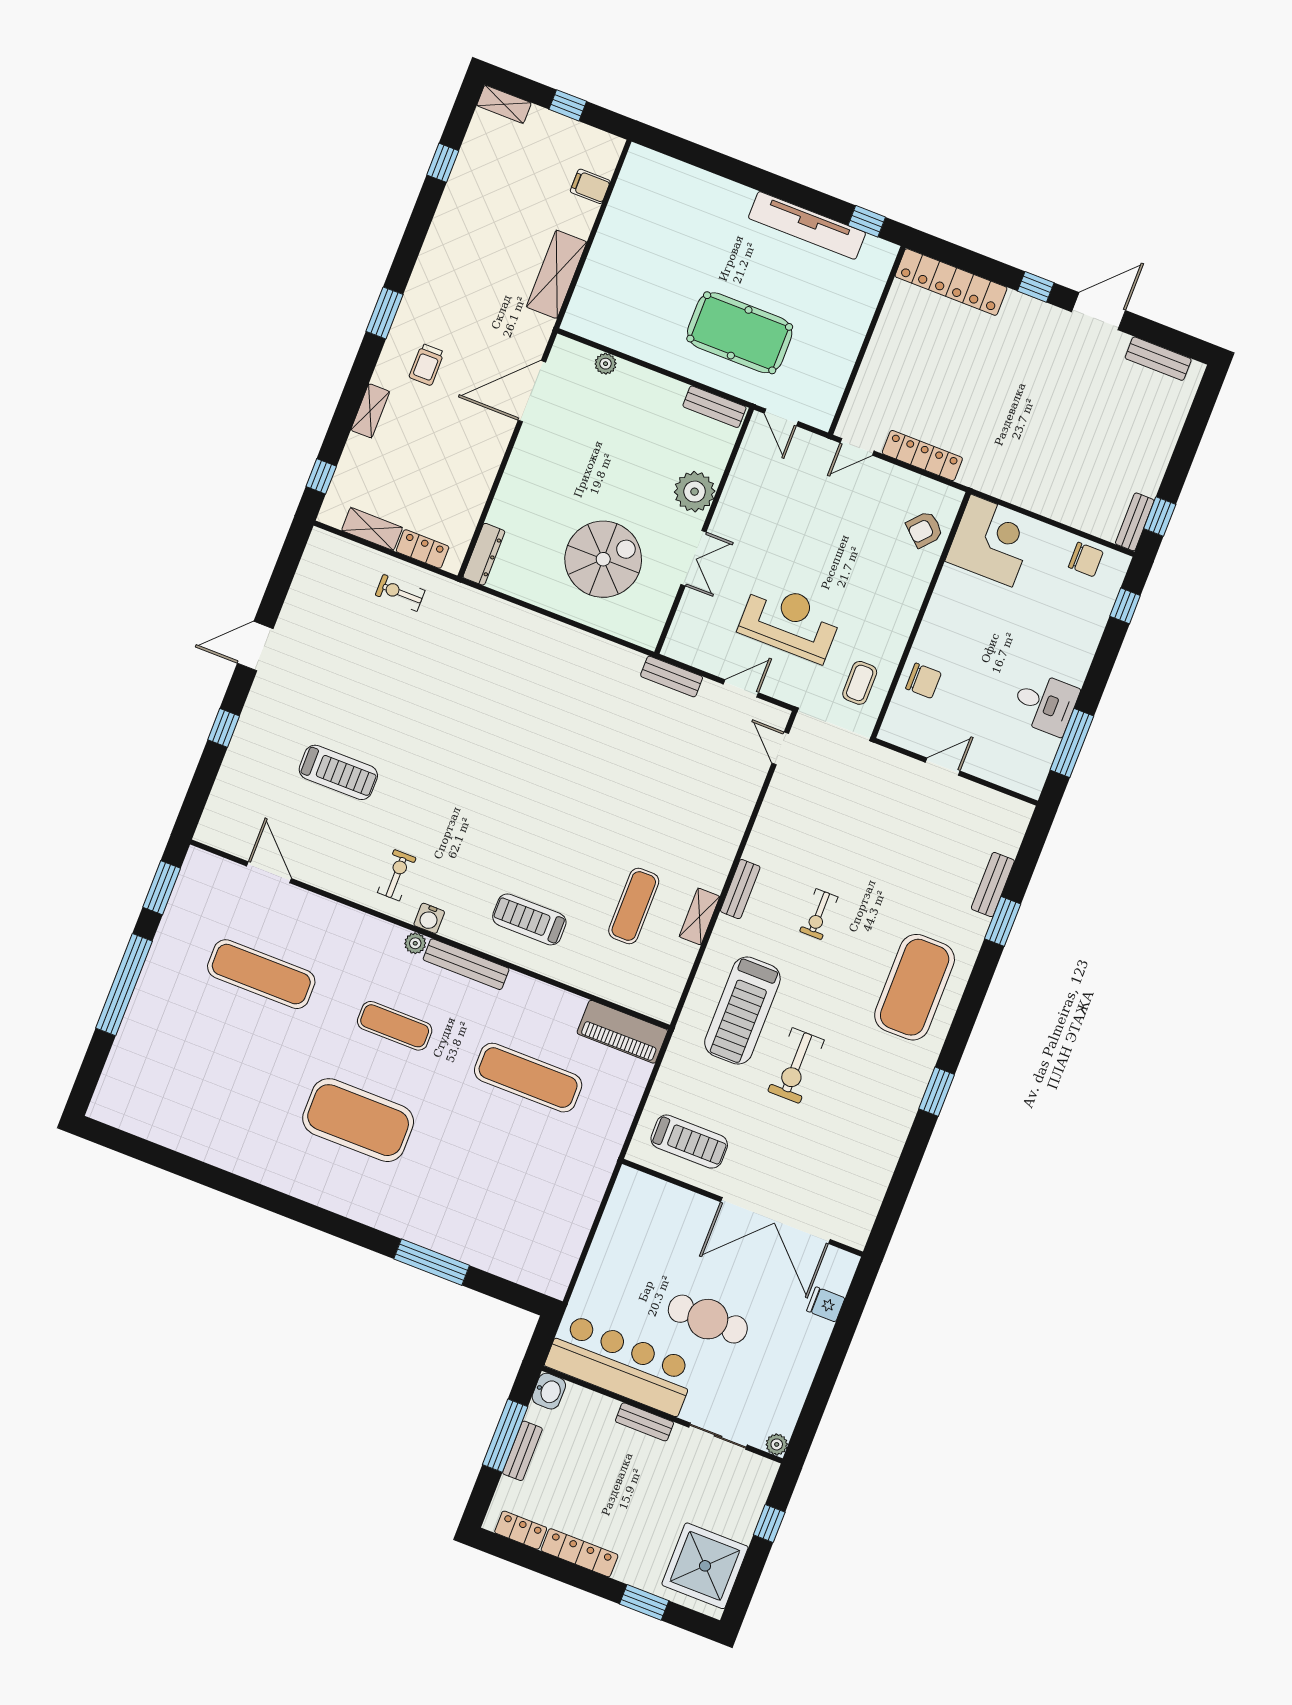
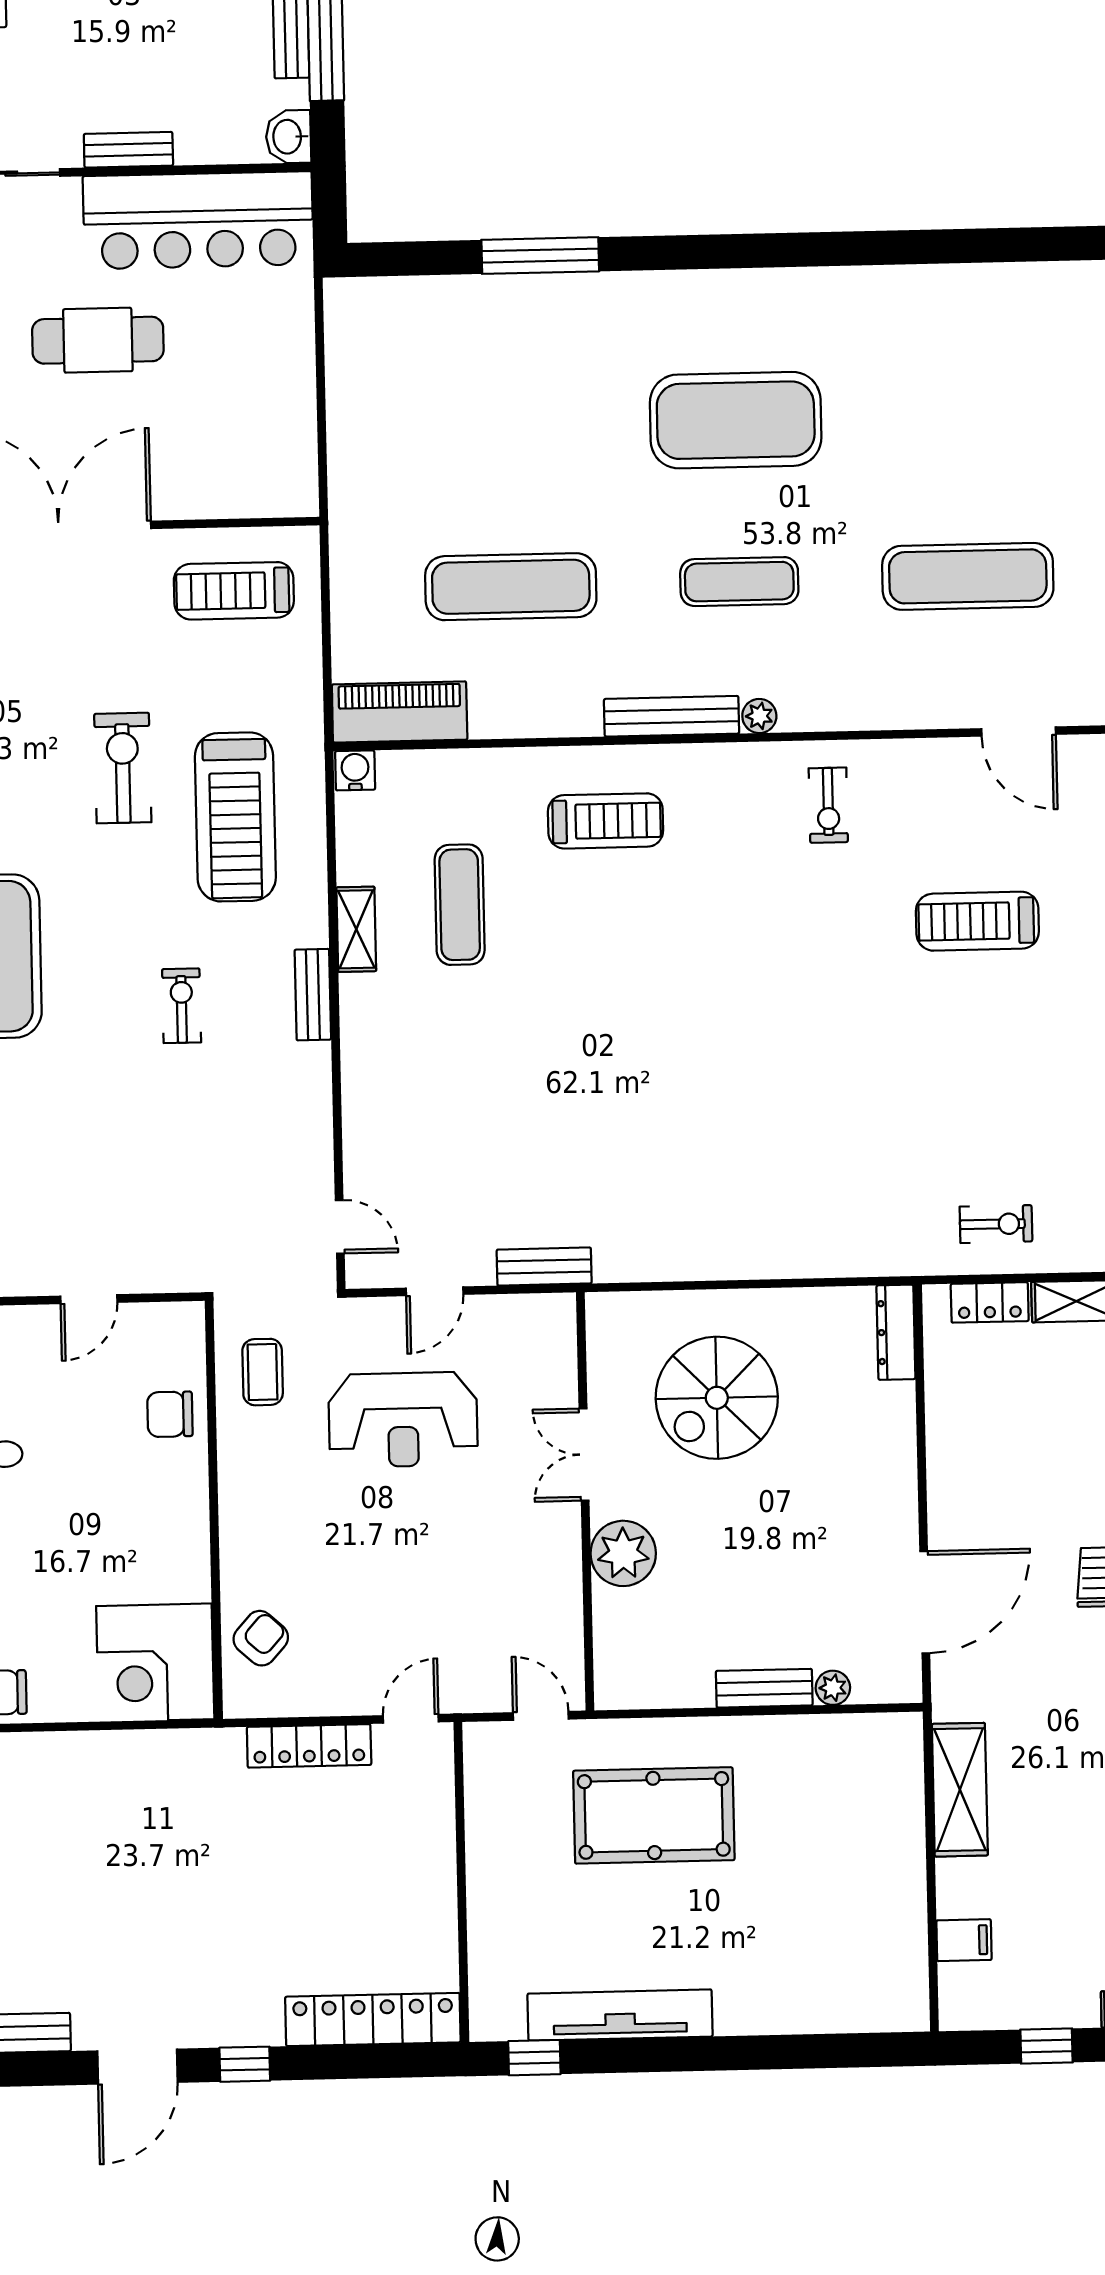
bench: (715, 407) -> (764, 1688), moved
water cooler: (429, 918) -> (355, 770), moved
treadmill: (742, 1010) -> (235, 817), turned 180

